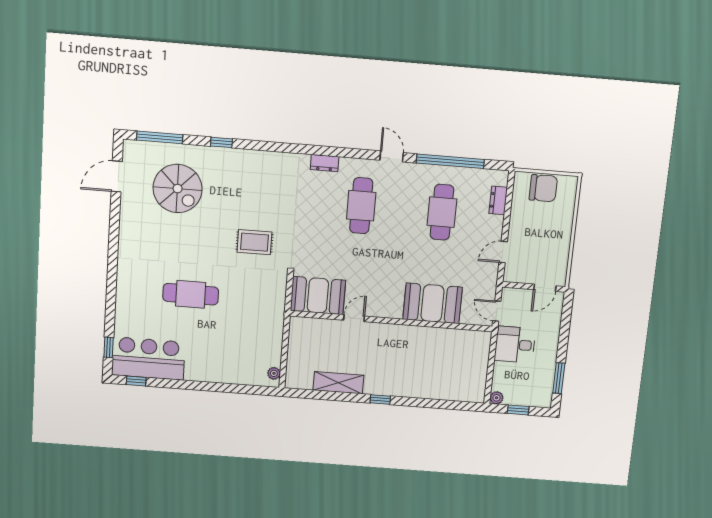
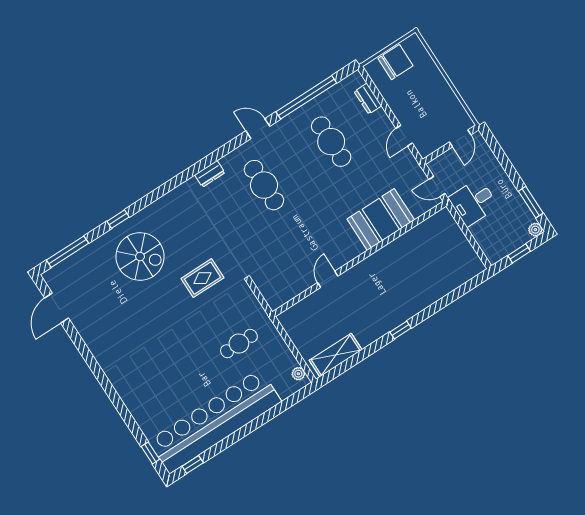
spiral stairs: (178, 189) -> (140, 256), moved
cafe table: (191, 294) -> (239, 344), moved, width x0.73, depth x0.74
booth: (318, 295) -> (285, 283), removed
bar counter: (148, 359) -> (215, 421), width x1.86
shelving: (338, 383) -> (336, 355), moved
plant: (497, 398) -> (535, 230), moved

